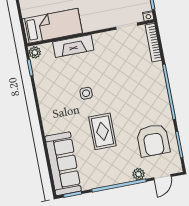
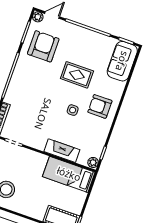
armchair: (61, 113) -> (100, 106), added
rug: (102, 131) -> (77, 75), turned 90
sofa: (63, 164) -> (122, 61), width x0.73
plant: (138, 174) -> (38, 17), moved

